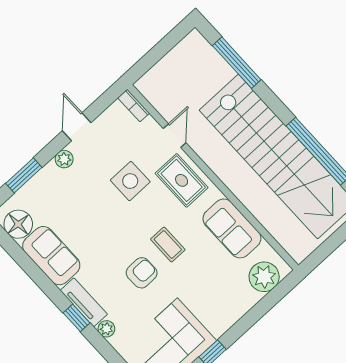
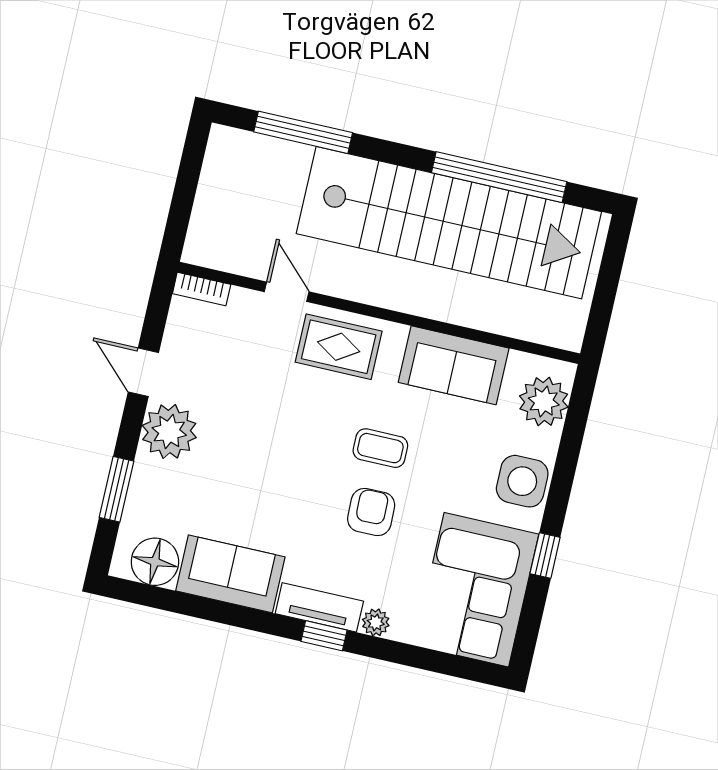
plant: (64, 159) -> (169, 432), width x1.88, depth x1.88
side table: (130, 181) -> (522, 481), moved

